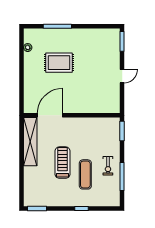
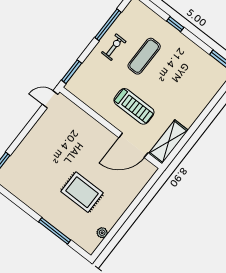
door: (122, 76) -> (50, 99), moved
shelving: (30, 142) -> (168, 142), width x0.68
treadmill: (62, 163) -> (134, 106), moved, turned -90

